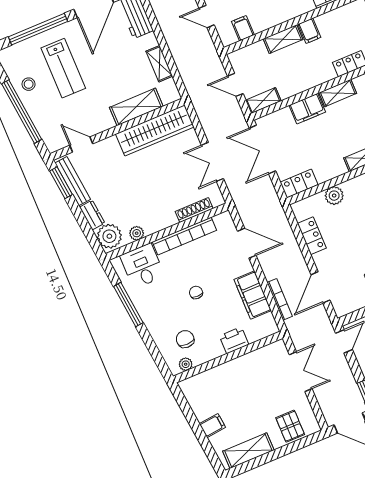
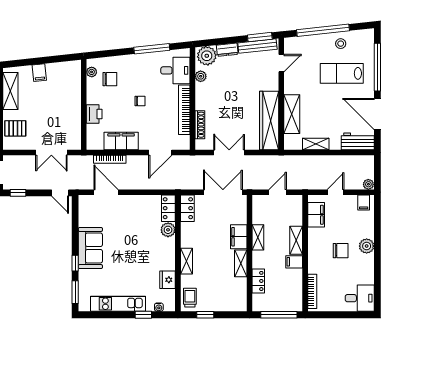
filing cabinet: (243, 28) -> (316, 215), width x2.00
shelving: (263, 101) -> (258, 237), moved
locker: (312, 236) -> (168, 208), moved, turned 90

